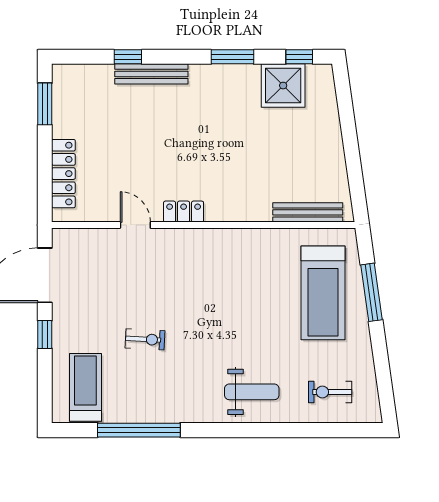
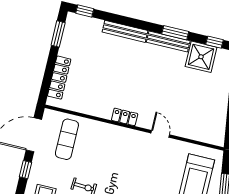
window: (128, 57) -> (85, 11), moved
bench: (308, 212) -> (168, 41), moved
door: (135, 225) -> (160, 134), moved
exercise mat: (100, 270) -> (67, 139), added

